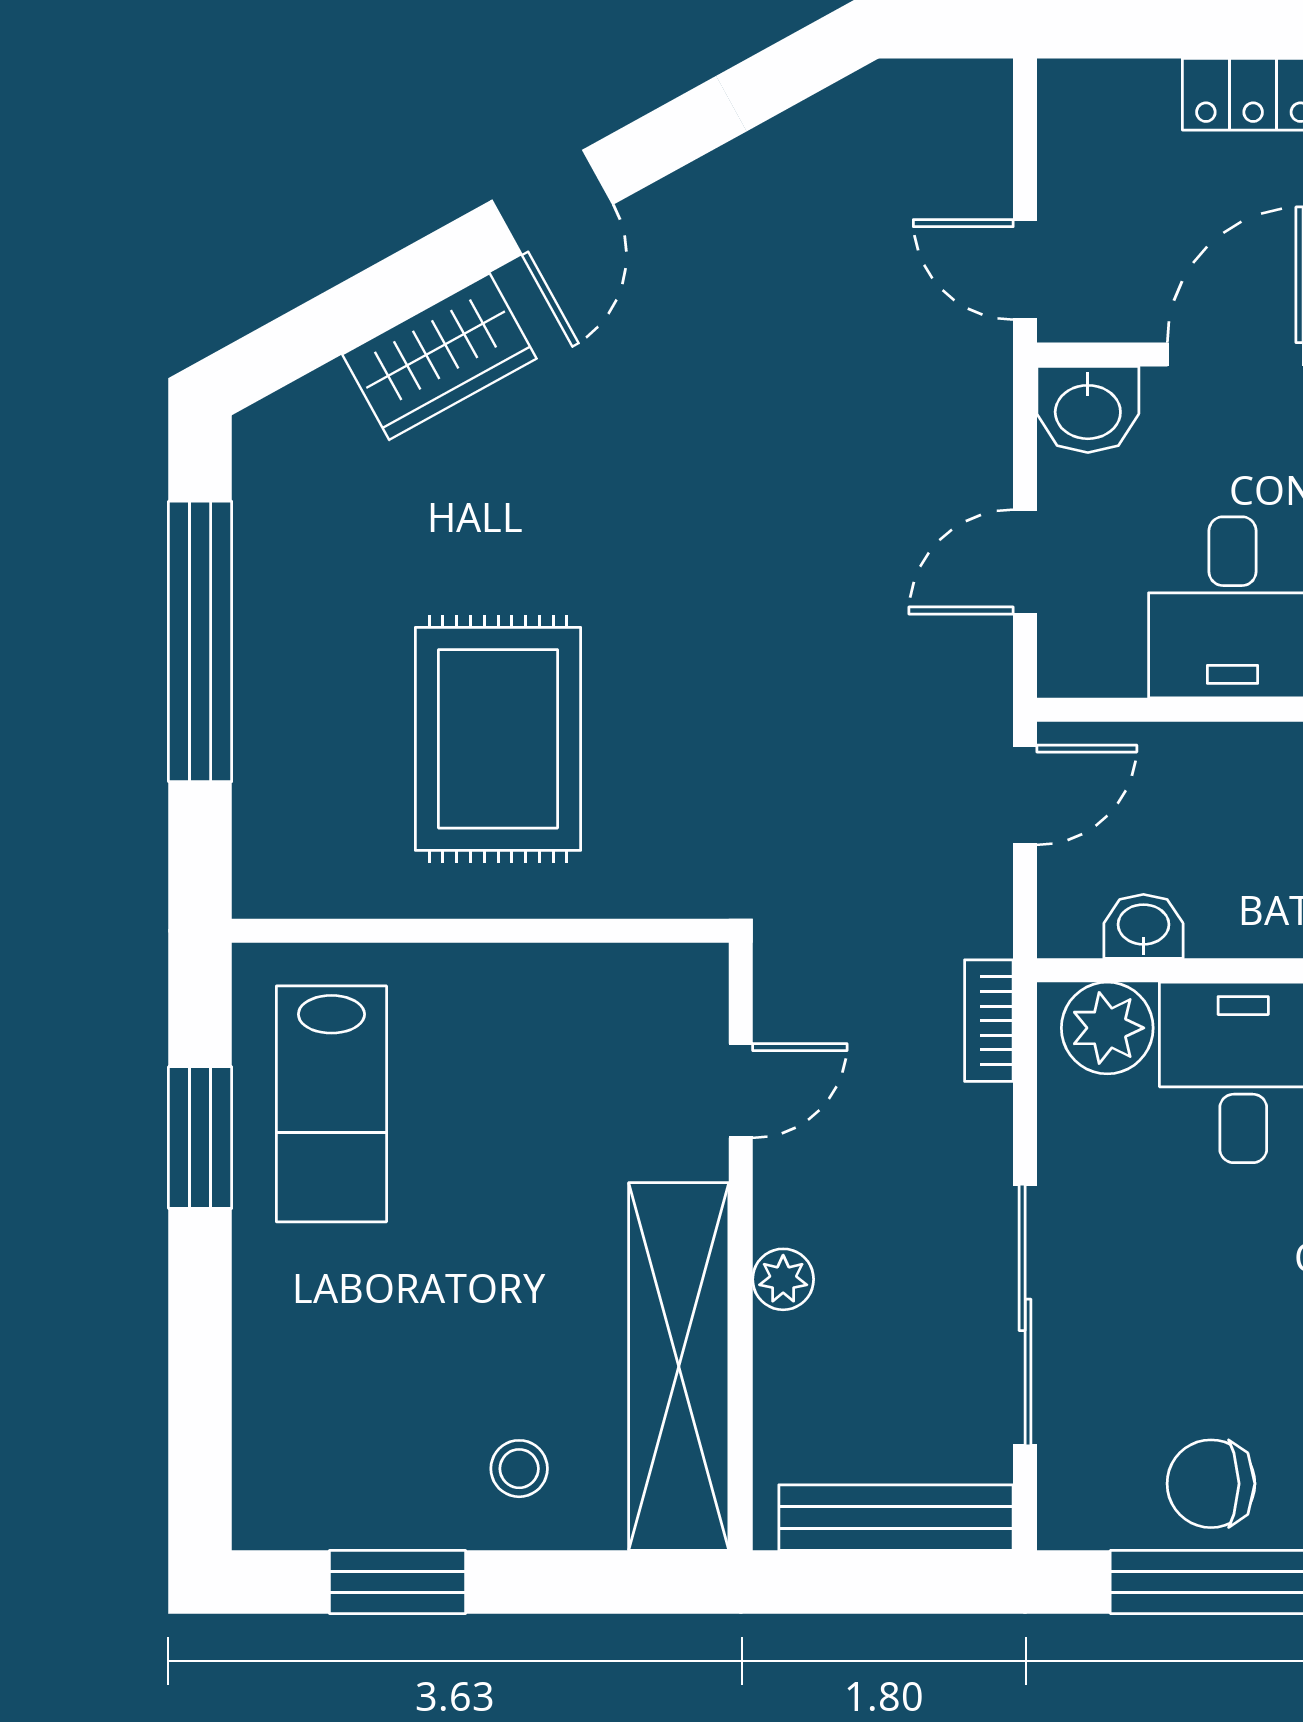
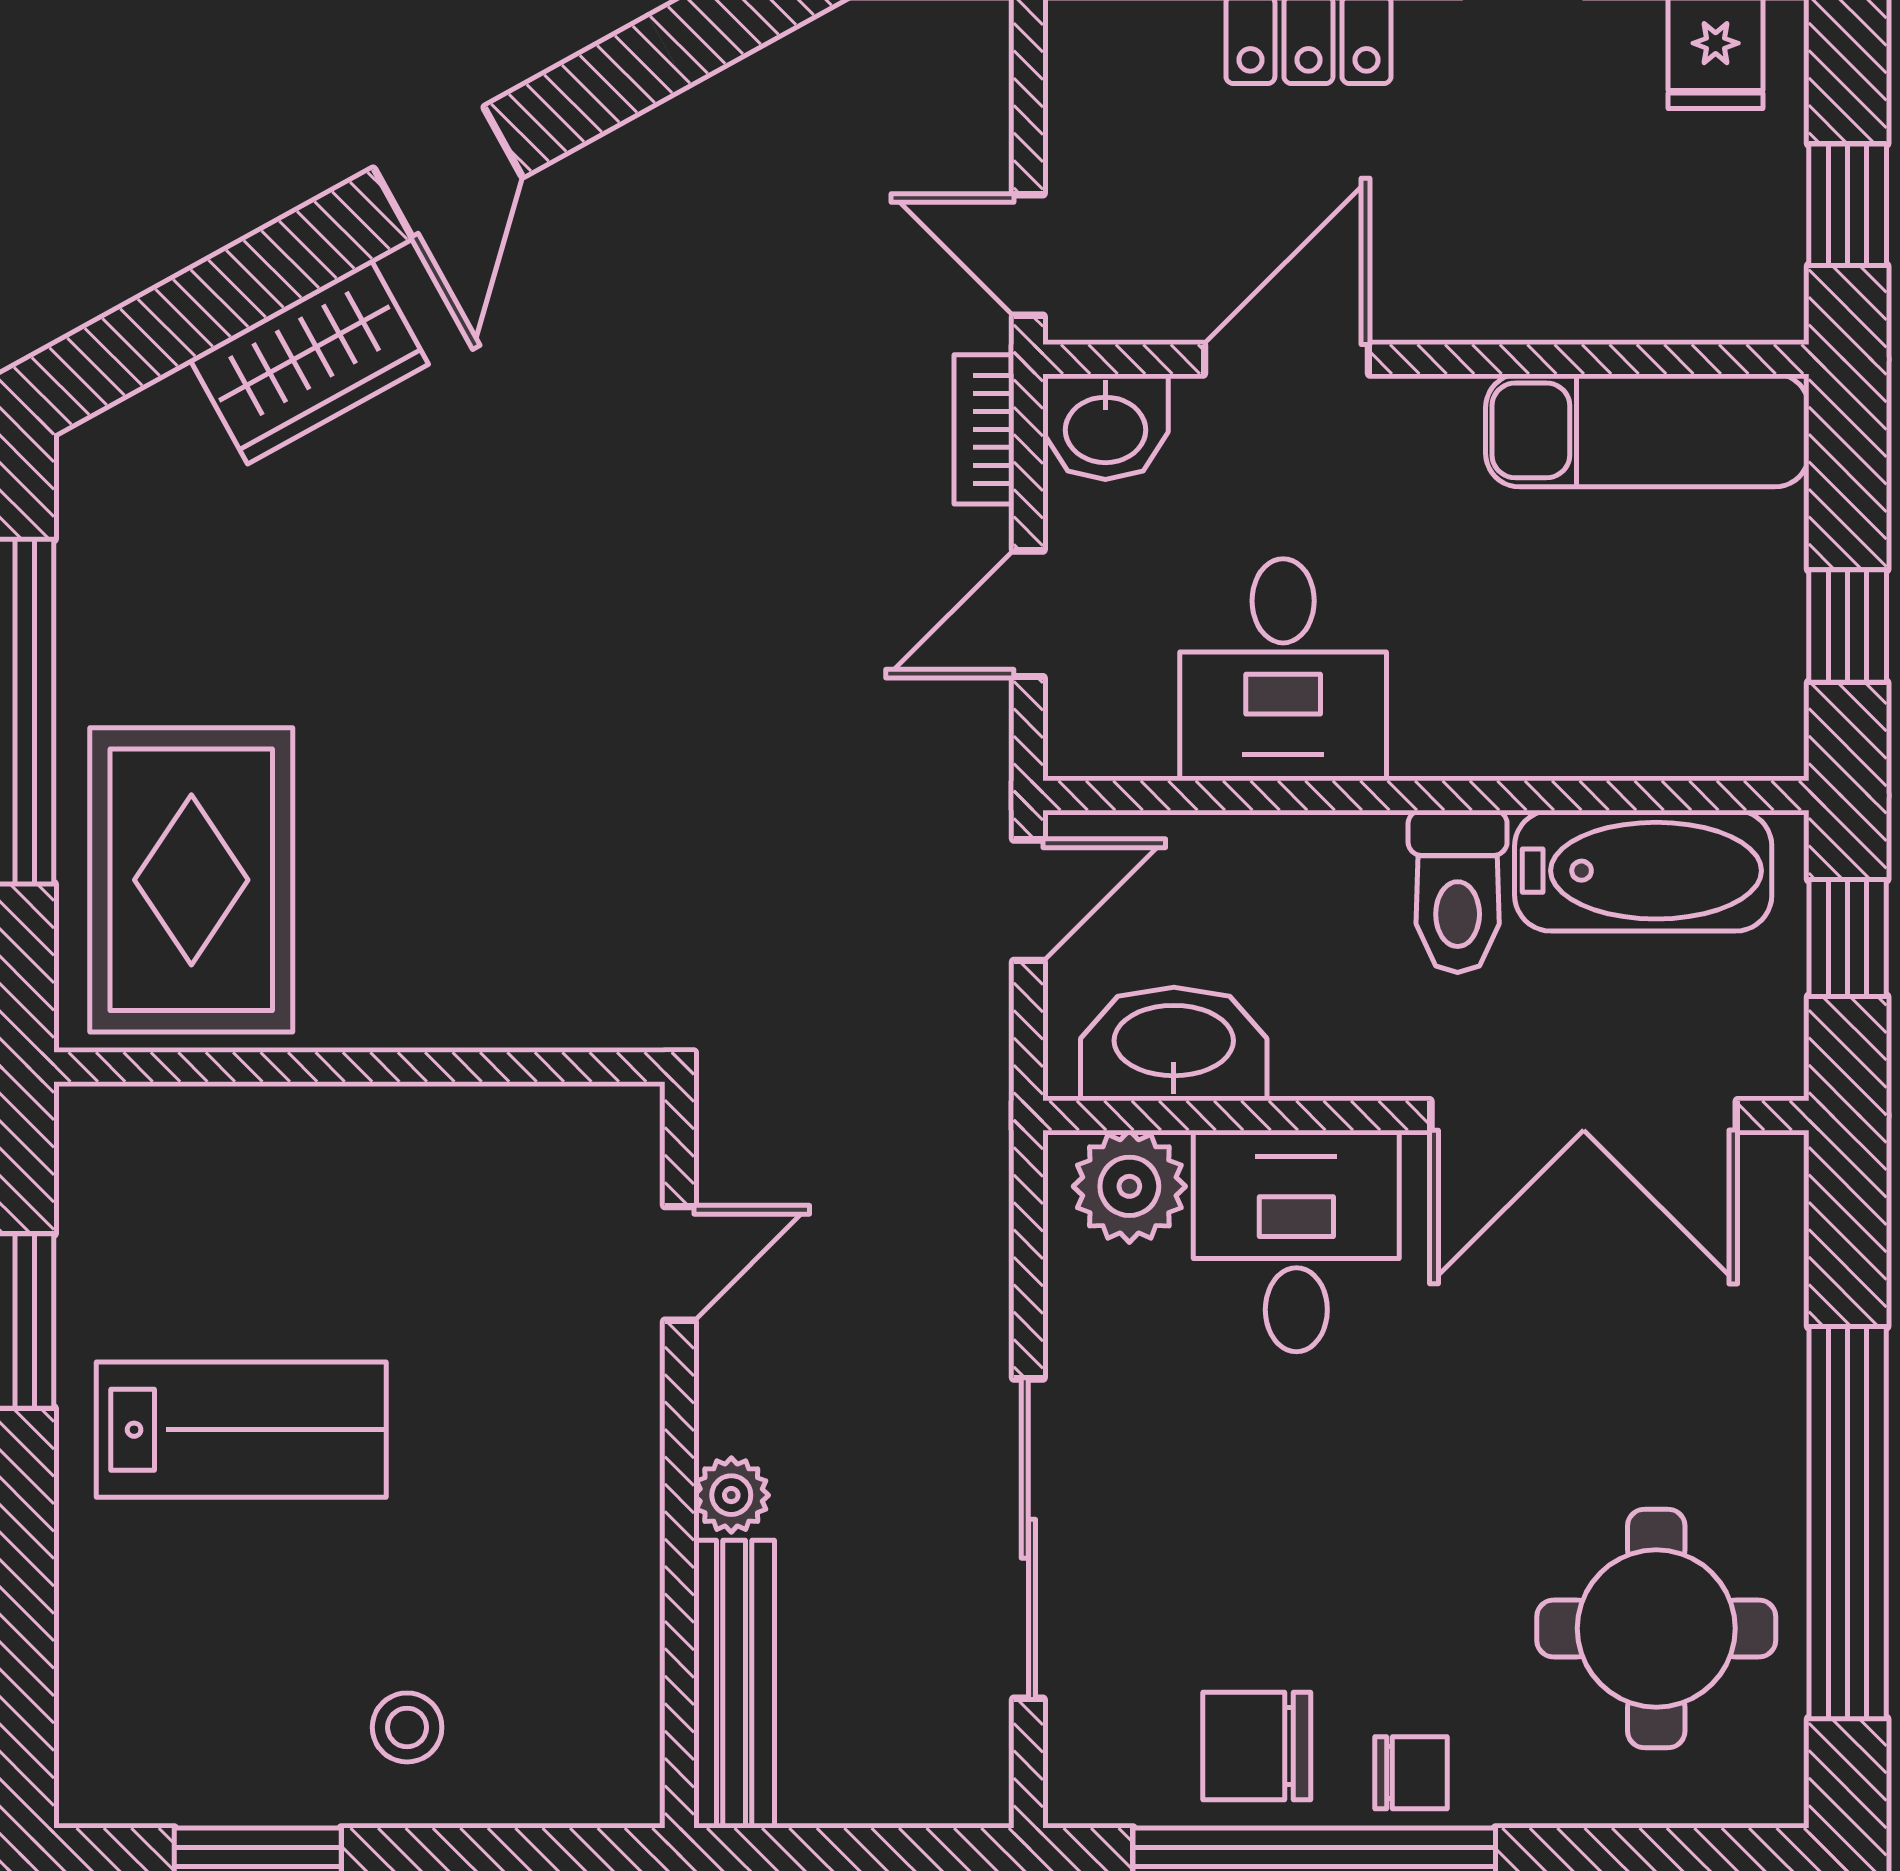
rug: (498, 739) -> (191, 880), moved
washbasin: (1143, 926) -> (1174, 1044), width x1.91, depth x1.45
bookcase: (989, 1021) -> (984, 429), moved
lab bench: (331, 1104) -> (241, 1430), moved, turned -90
shelving: (679, 1367) -> (603, 1602), removed
bench: (896, 1518) -> (734, 1684), moved, turned 90

